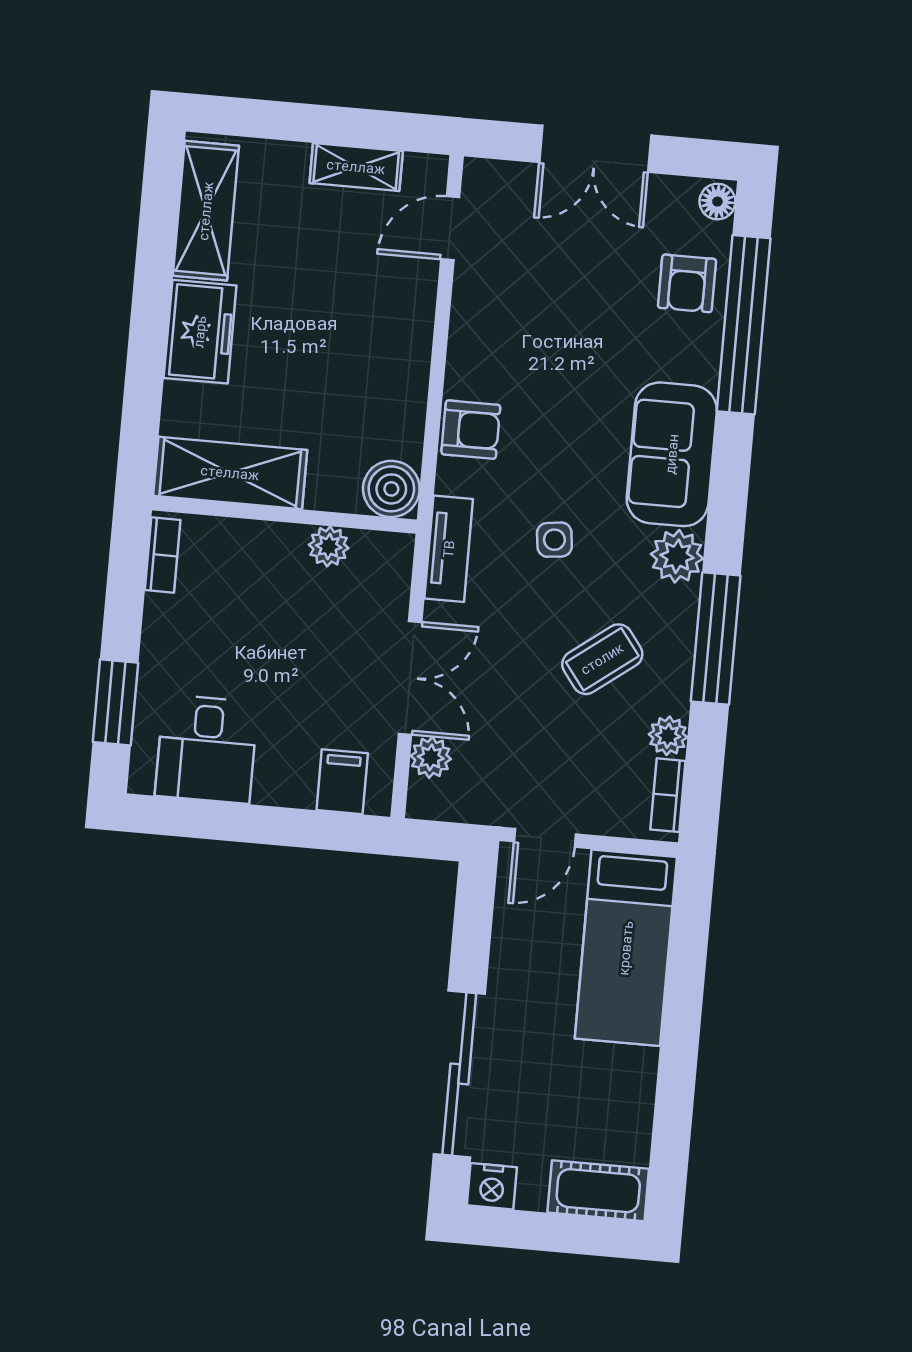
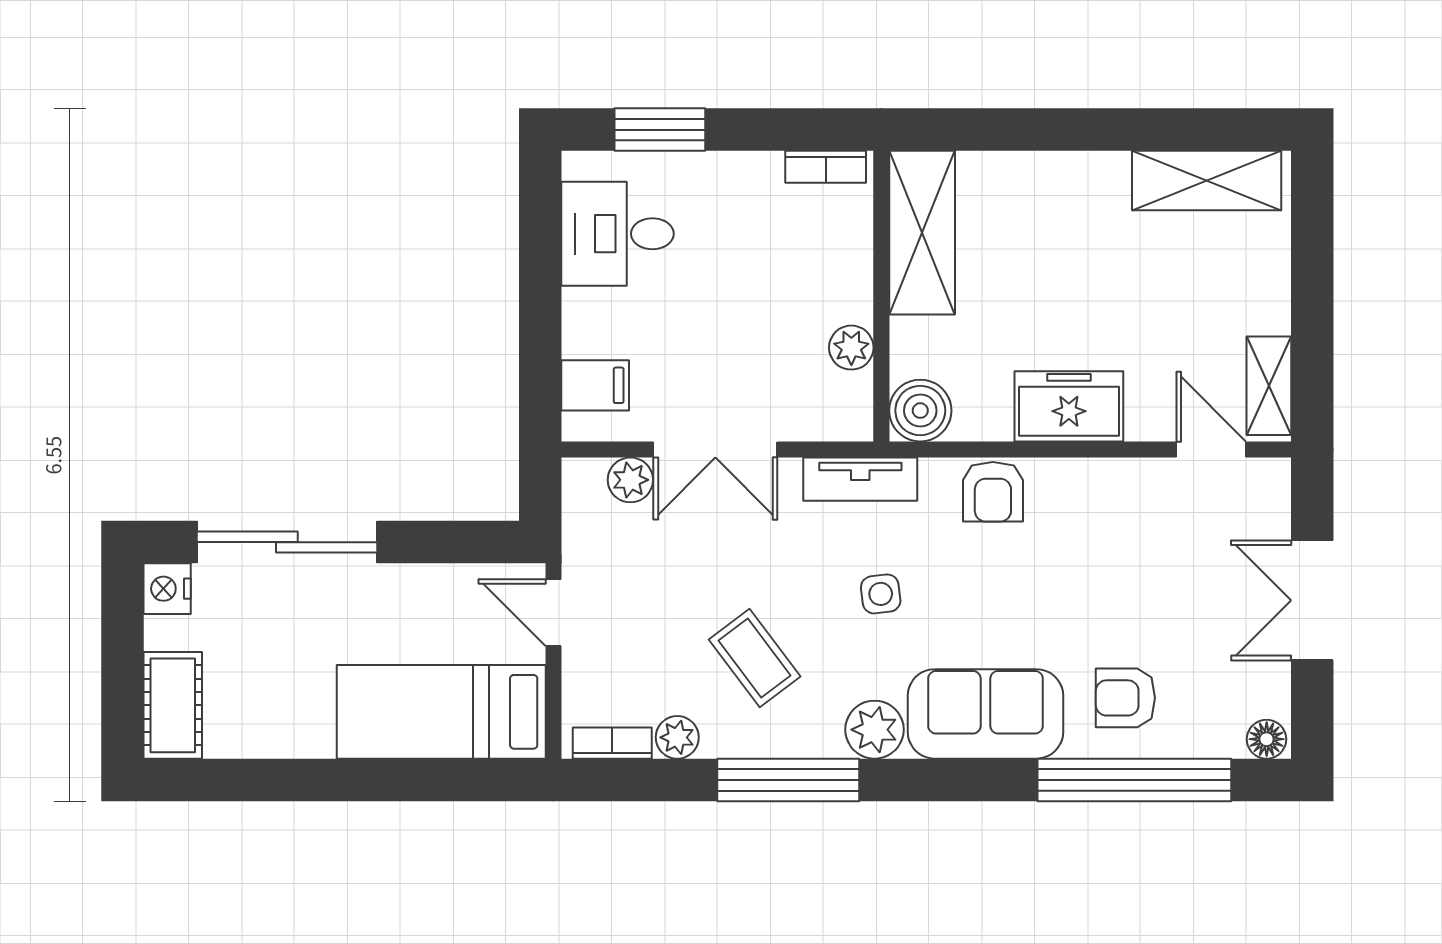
shelving: (356, 167) -> (1269, 386), moved
armchair: (687, 283) -> (1125, 698), moved
freezer: (200, 332) -> (1069, 406), moved, turned 180

